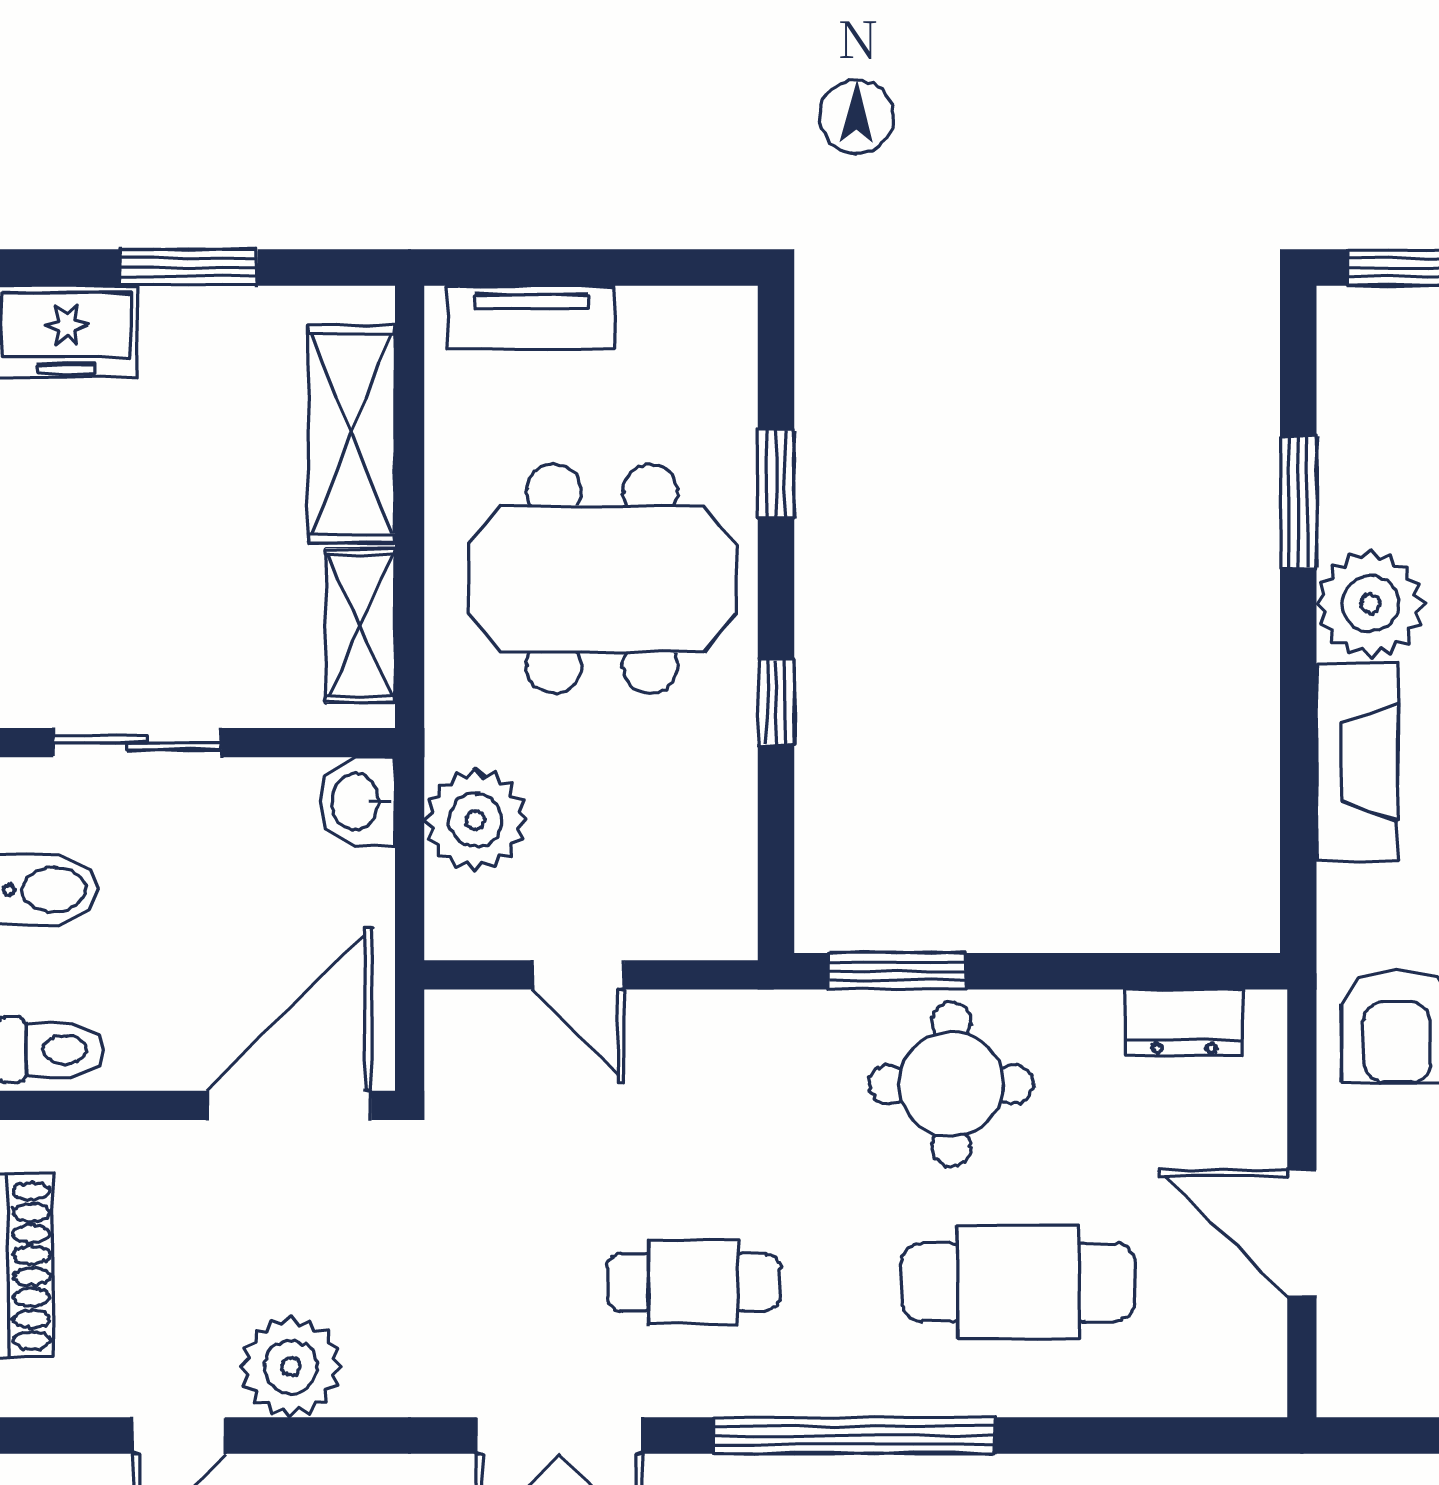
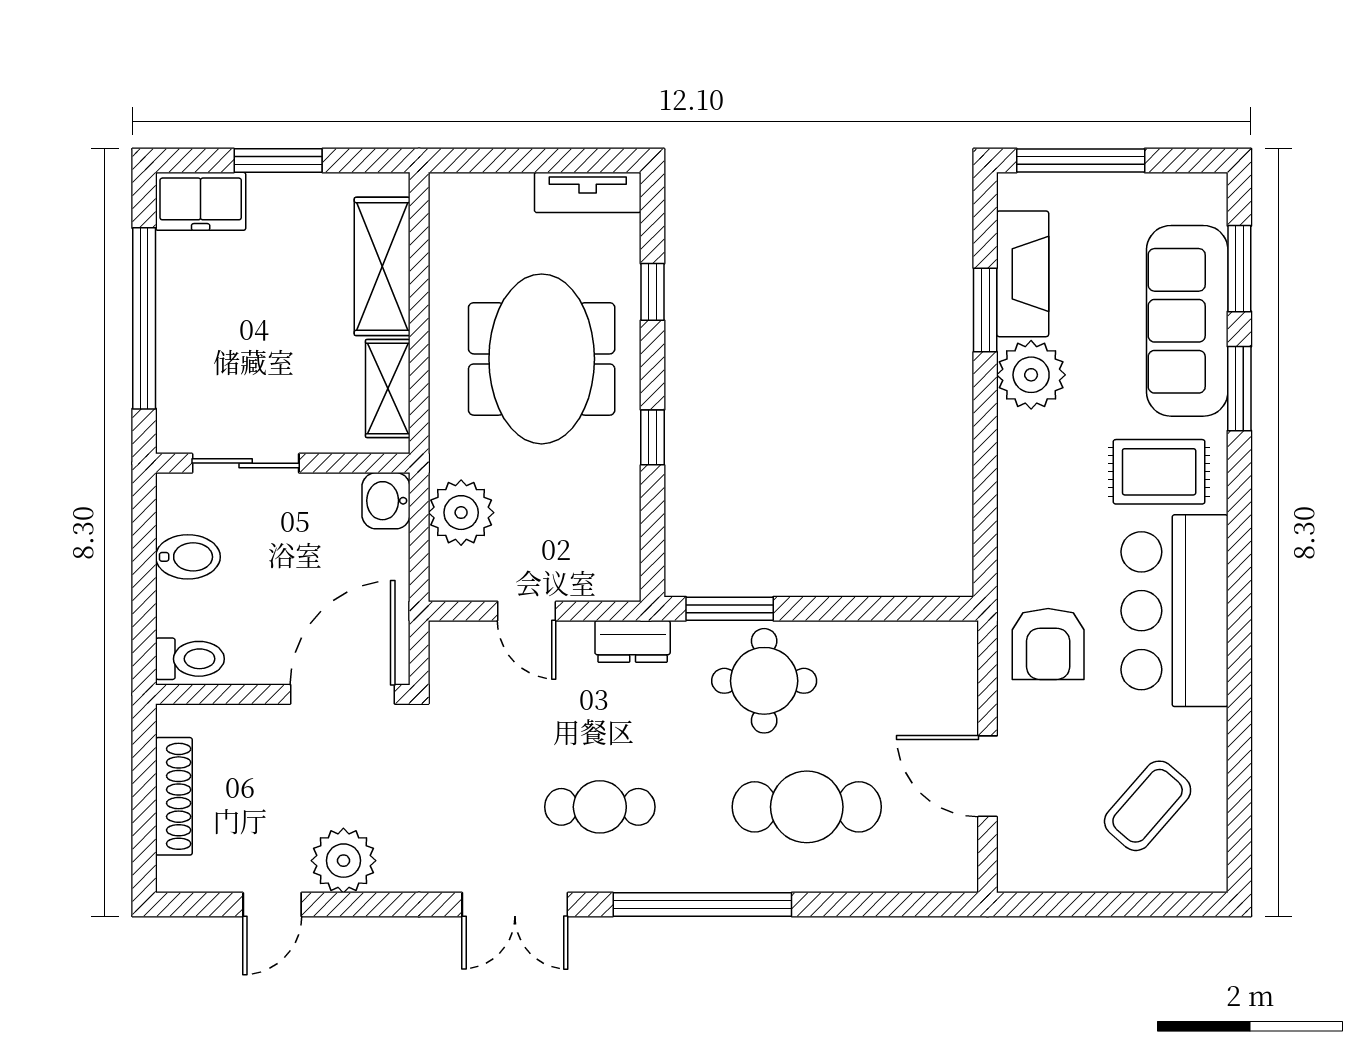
tv unit: (531, 317) -> (588, 192), moved
meeting table: (602, 579) -> (542, 359), turned 90
fireplace: (1357, 762) -> (1023, 274), moved
dresser: (1184, 1022) -> (633, 641), moved

